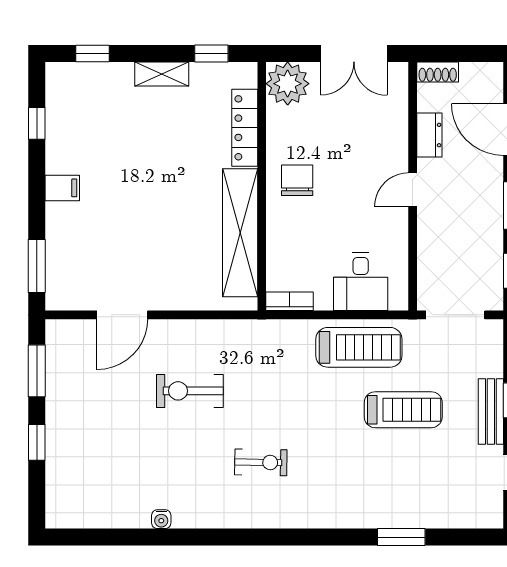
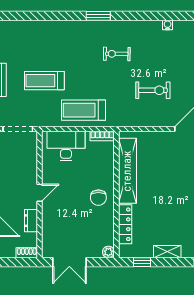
double door: (354, 54) -> (69, 262), swing flipped
plant: (288, 84) -> (108, 252), width x0.53, depth x0.53
desk: (361, 282) -> (66, 146), width x1.37
treadmill: (359, 347) -> (84, 110), moved
window: (401, 537) -> (98, 16), moved

